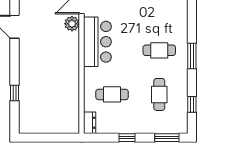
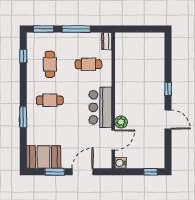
window: (192, 56) -> (23, 117), moved
window: (14, 93) -> (168, 89), moved
window: (127, 138) -> (76, 29), width x2.17

